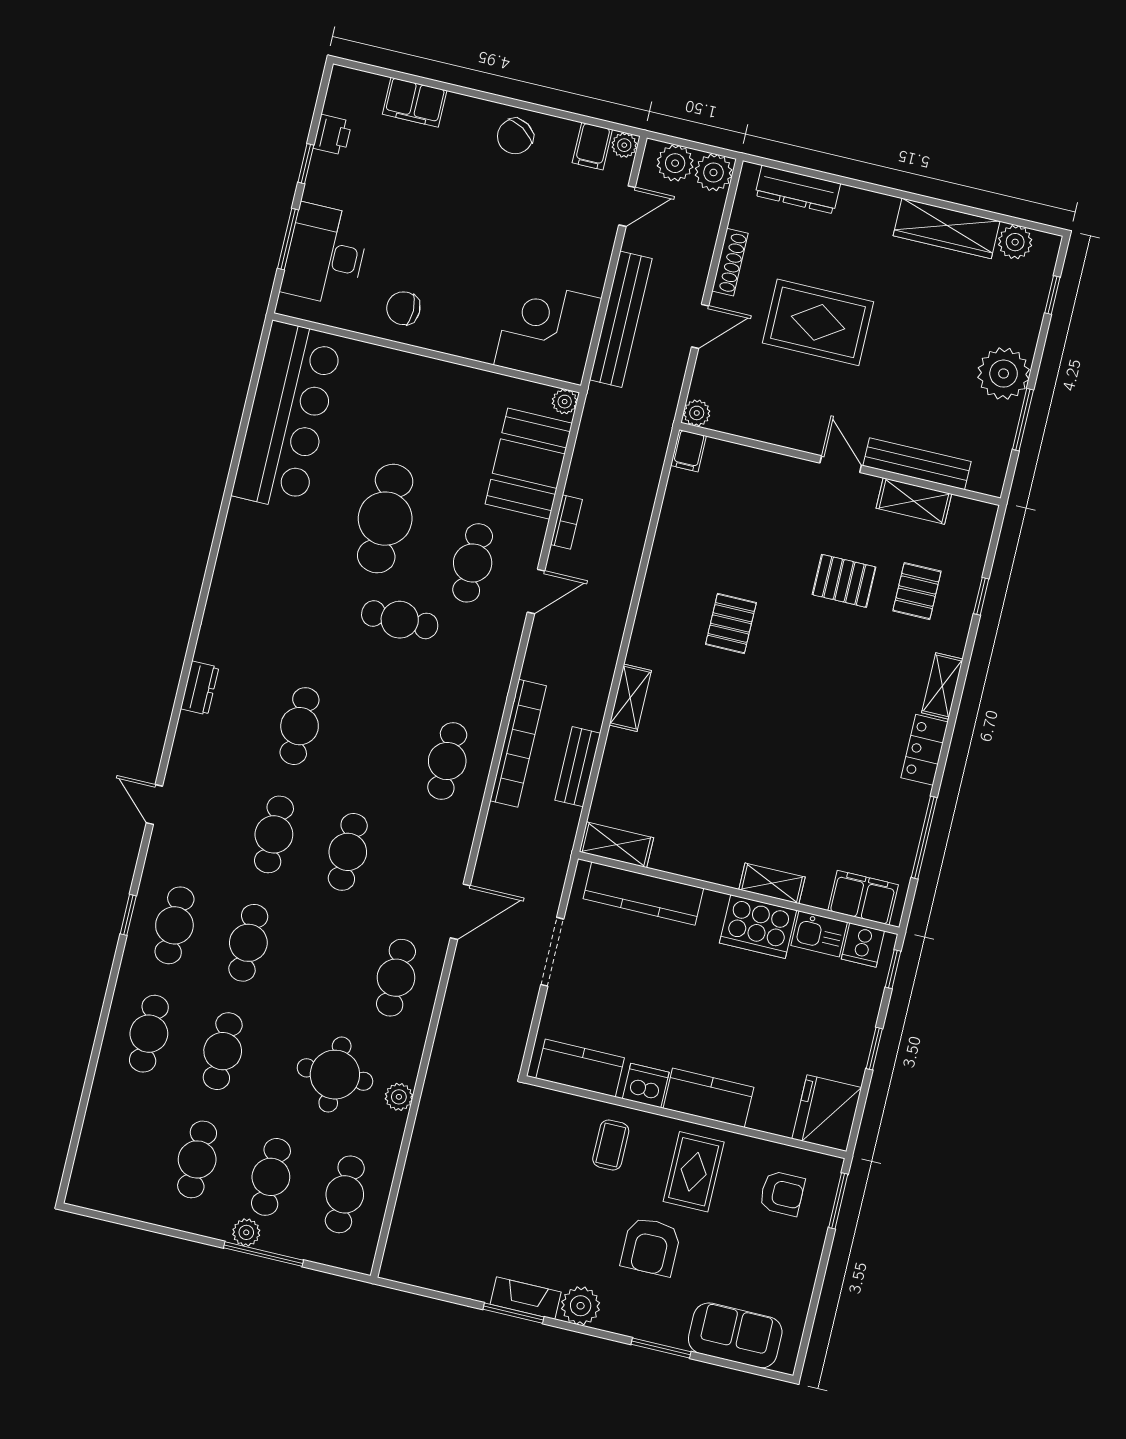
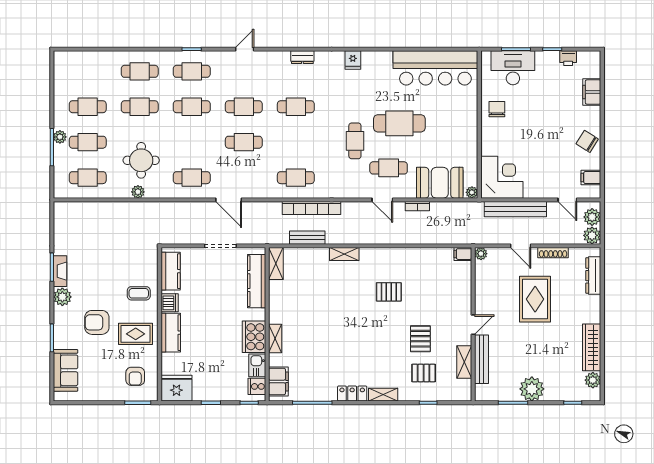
plant: (624, 145) -> (595, 192), removed
fridge: (230, 584) -> (353, 60), added

